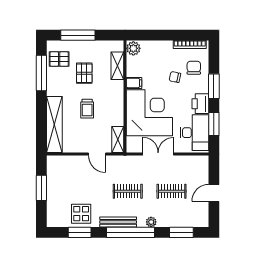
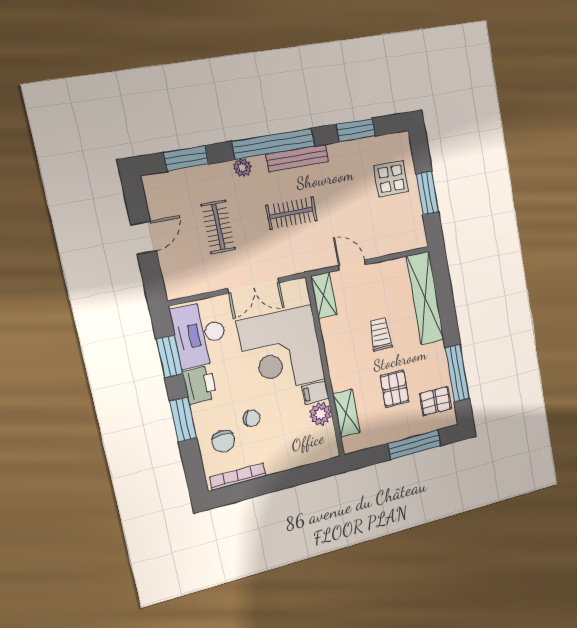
plant: (133, 48) -> (321, 414), moved
clothes rail: (172, 191) -> (218, 227), turned 90
display table: (81, 214) -> (391, 179), moved

